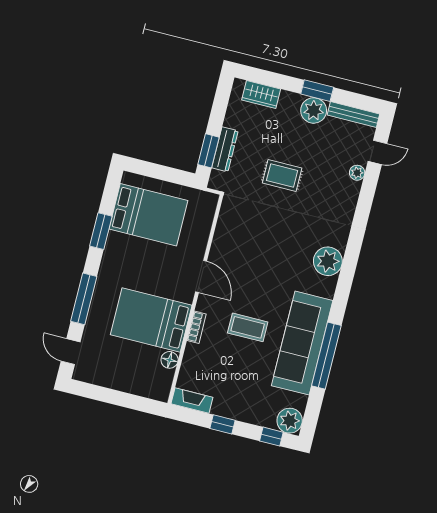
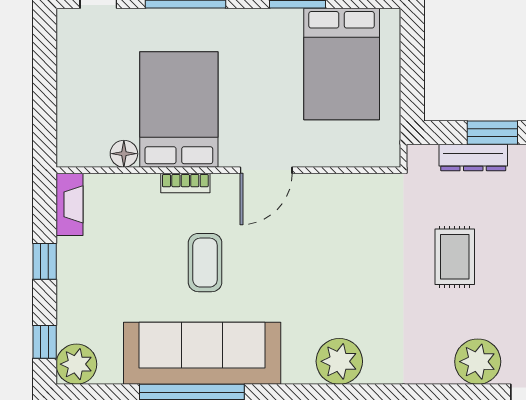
window: (208, 151) -> (492, 133), moved
plant: (357, 173) -> (478, 362), width x1.88, depth x1.88

